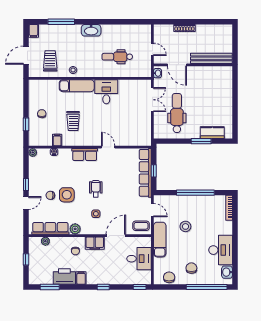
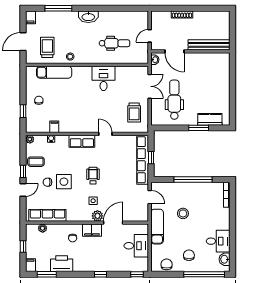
door: (152, 49) -> (150, 36), swing flipped
dental chair: (117, 57) -> (114, 43), turned 180
exam couch: (77, 86) -> (54, 72), moved
trolley: (73, 121) -> (134, 112), moved
coffee table: (141, 226) -> (36, 162), moved
plant: (75, 229) -> (97, 216), moved
desk: (221, 250) -> (218, 241), width x0.73
filing cabinet: (81, 278) -> (30, 265), moved

